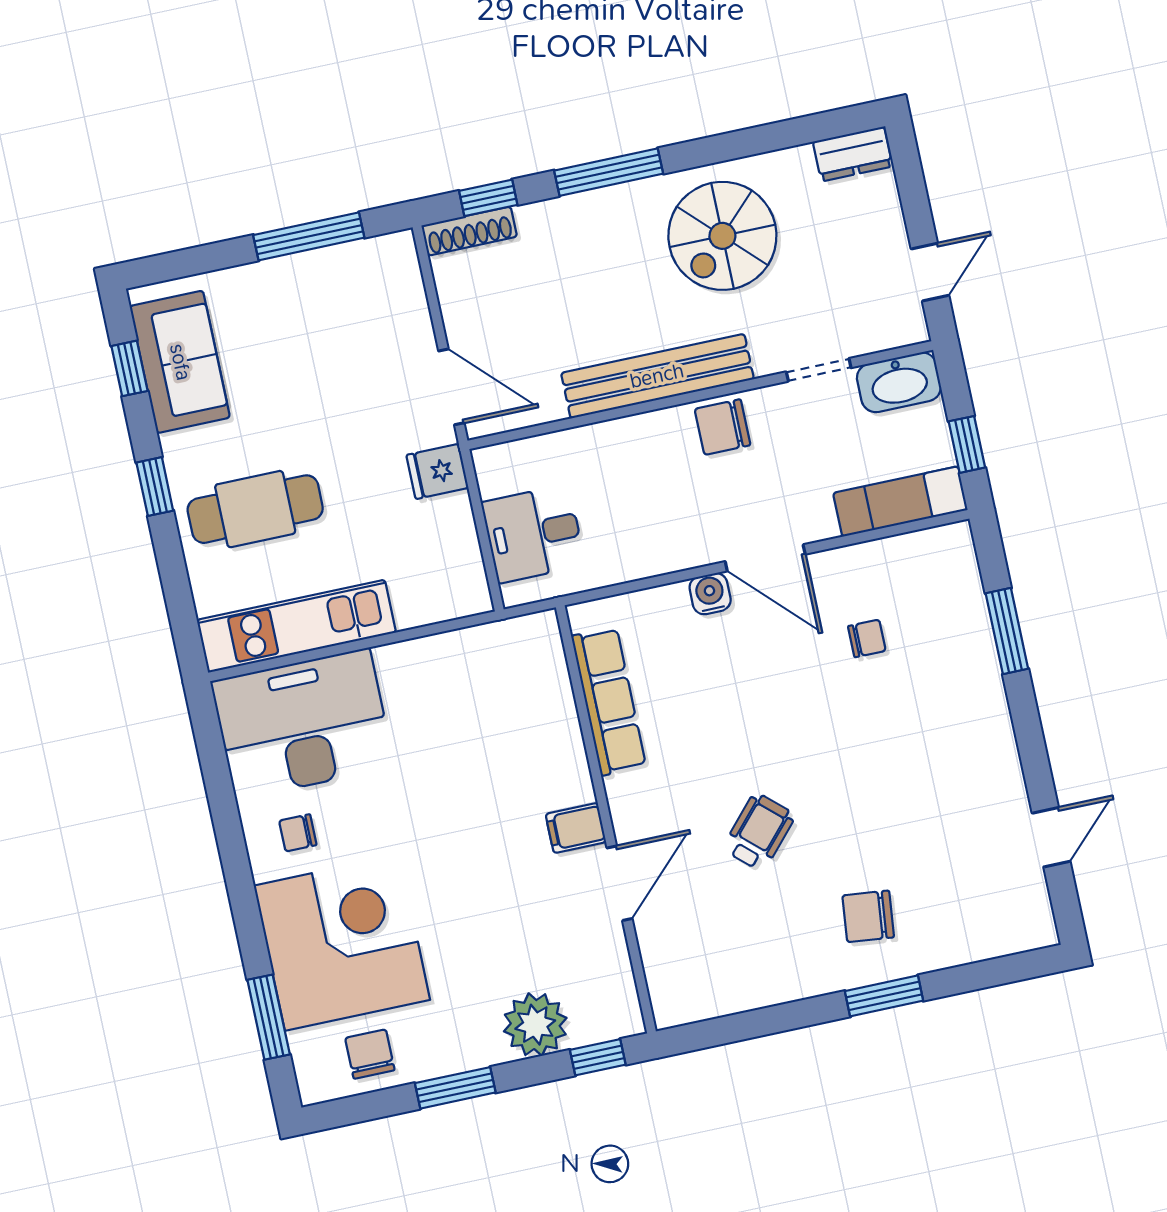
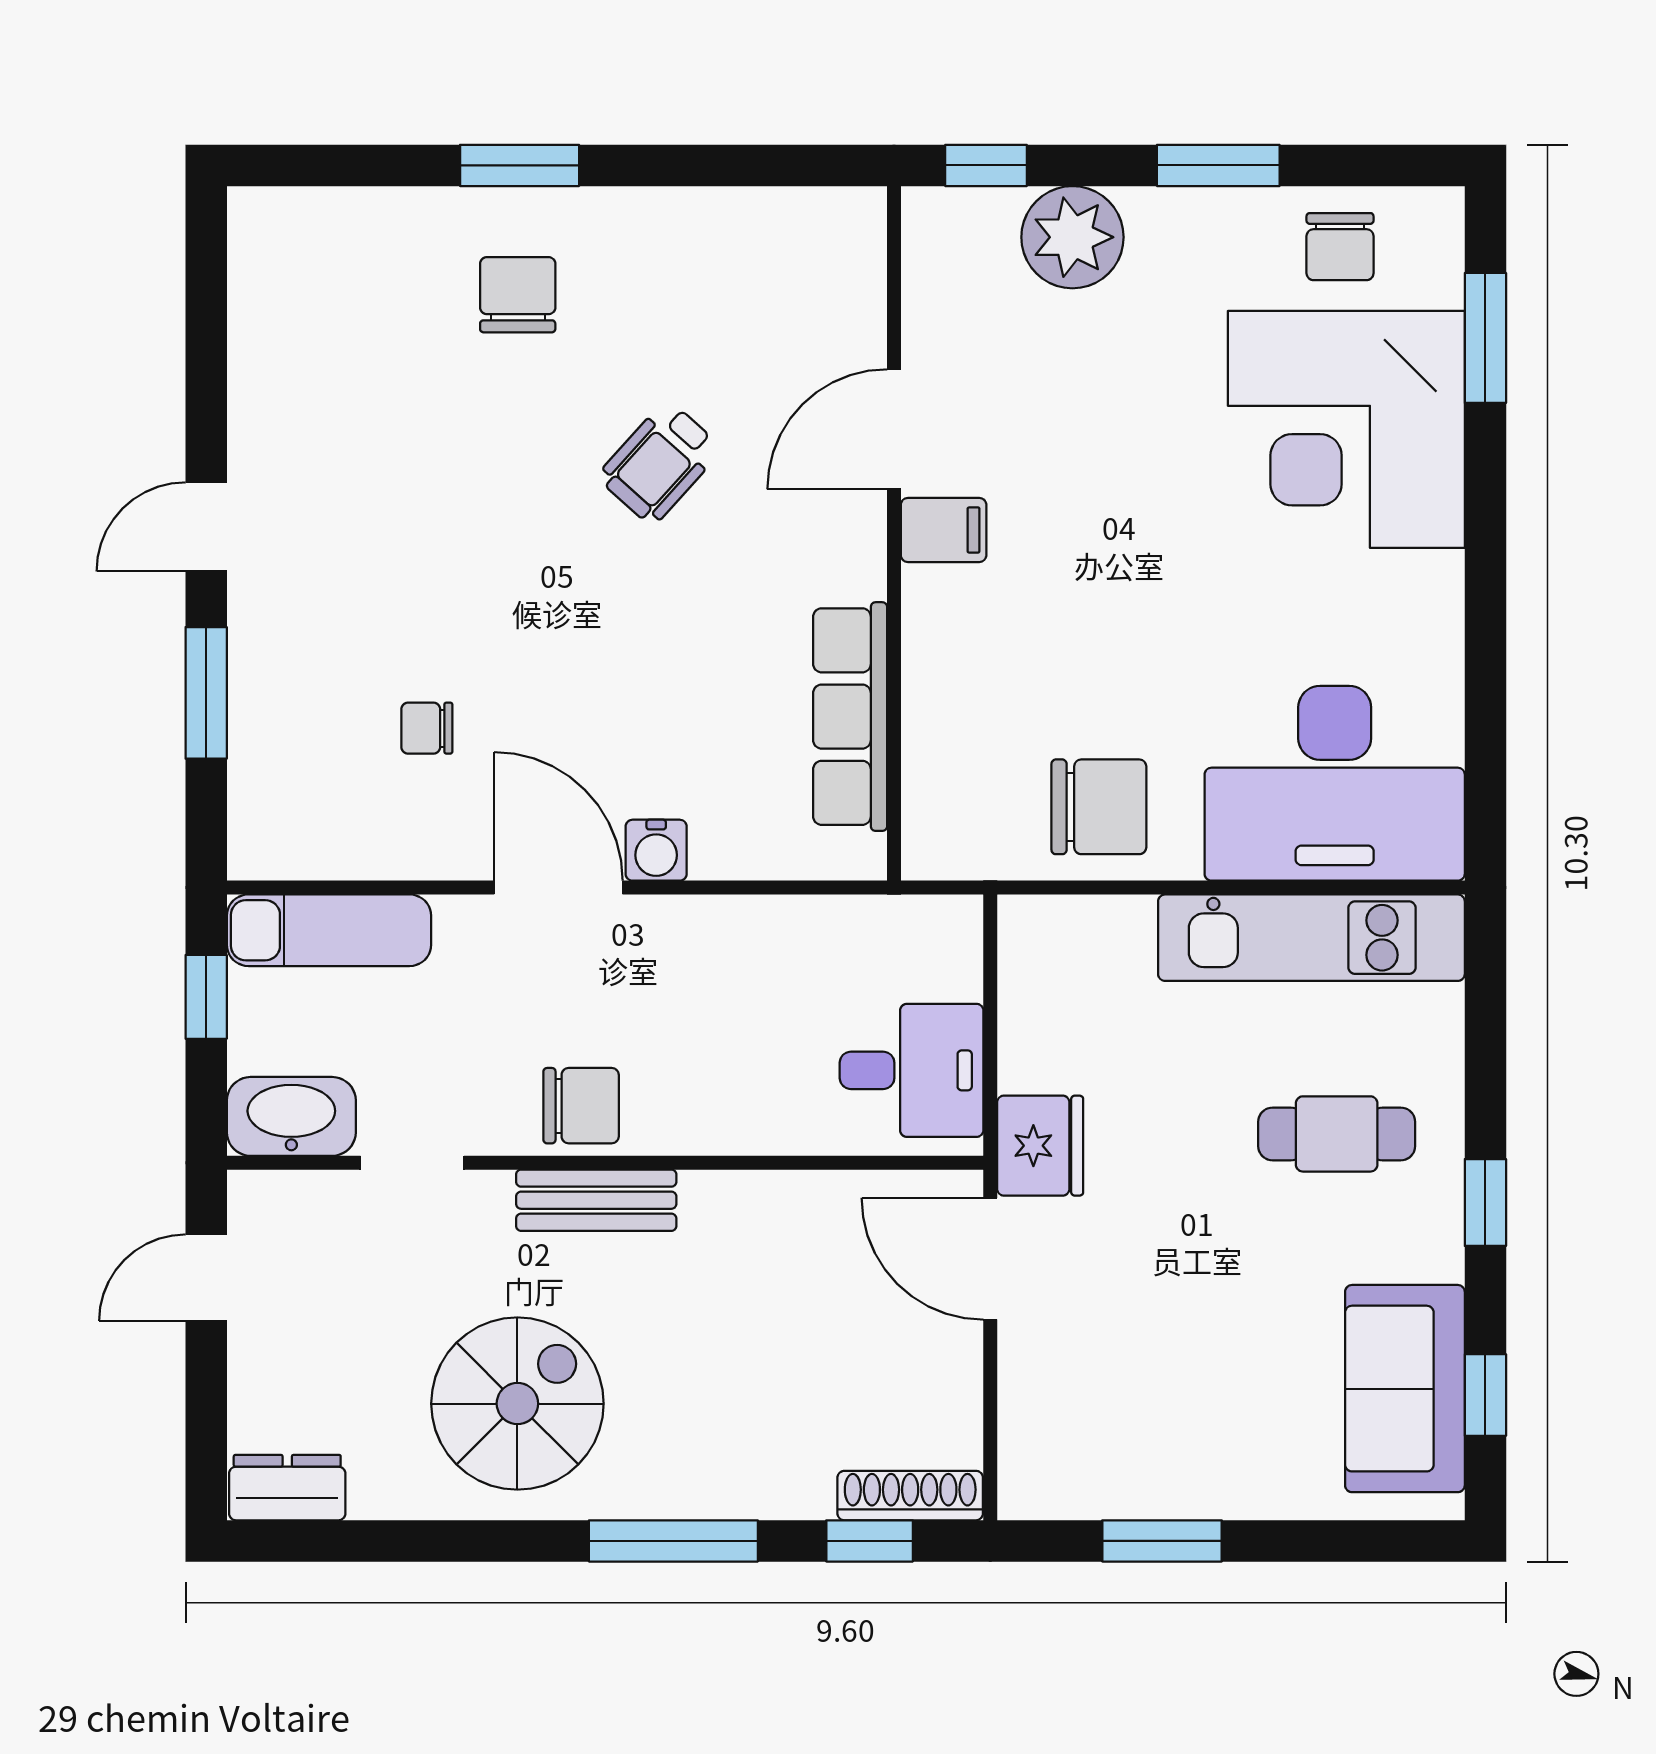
window: (309, 236) -> (1162, 1541), width x0.69
bench: (657, 376) -> (596, 1200), width x0.54, depth x0.82
fridge: (437, 471) -> (1040, 1146), width x1.38
cafe table: (255, 509) -> (1337, 1134), width x0.73, depth x0.74
desk: (533, 534) -> (912, 1070), moved
chair: (298, 833) -> (1099, 807), moved, width x1.87, depth x1.87
door: (1051, 837) -> (206, 527), moved
chair: (868, 916) -> (518, 295), turned -96

